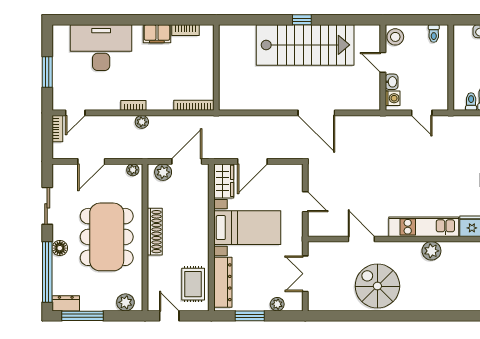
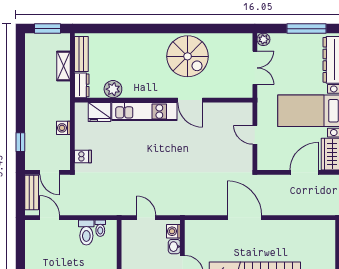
door: (361, 239) -> (190, 100), moved
plant: (431, 251) -> (113, 89), moved
plant: (277, 304) -> (263, 39), moved
window: (250, 316) -> (307, 29), width x1.44

